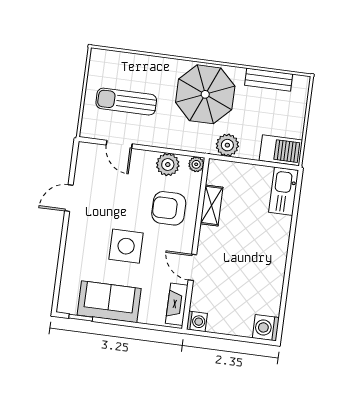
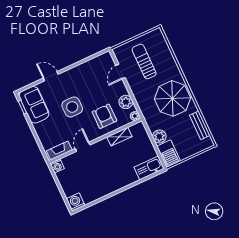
plant: (227, 145) -> (159, 136), moved
door: (69, 198) -> (51, 76), moved
sofa: (109, 302) -> (34, 105), moved

